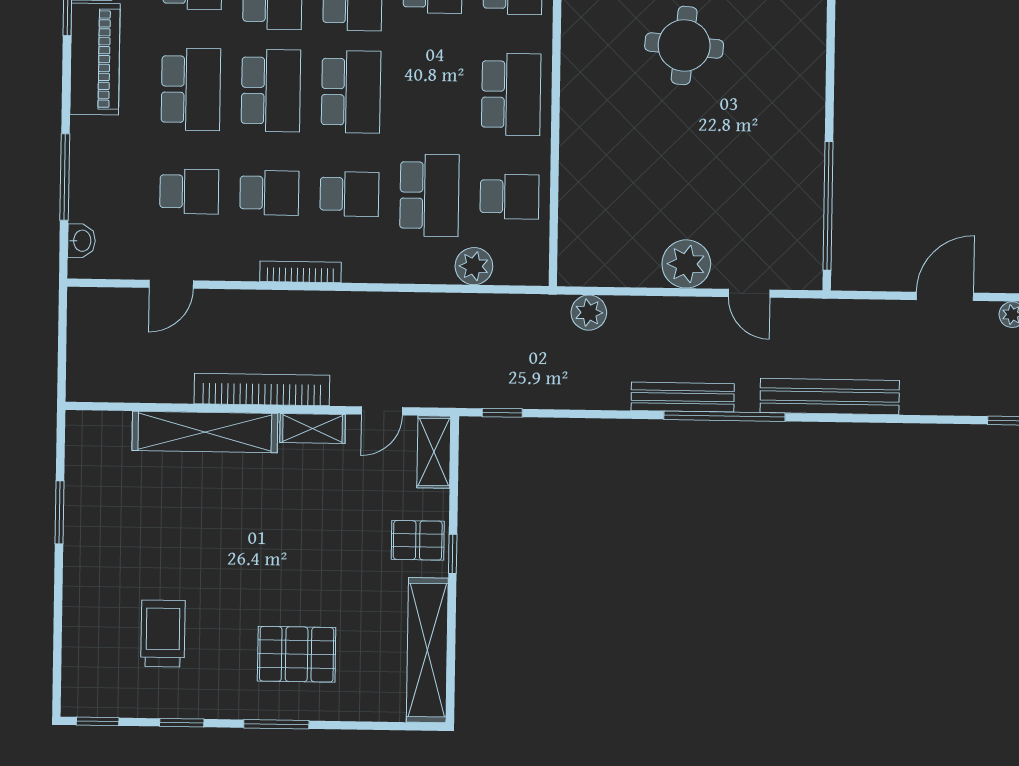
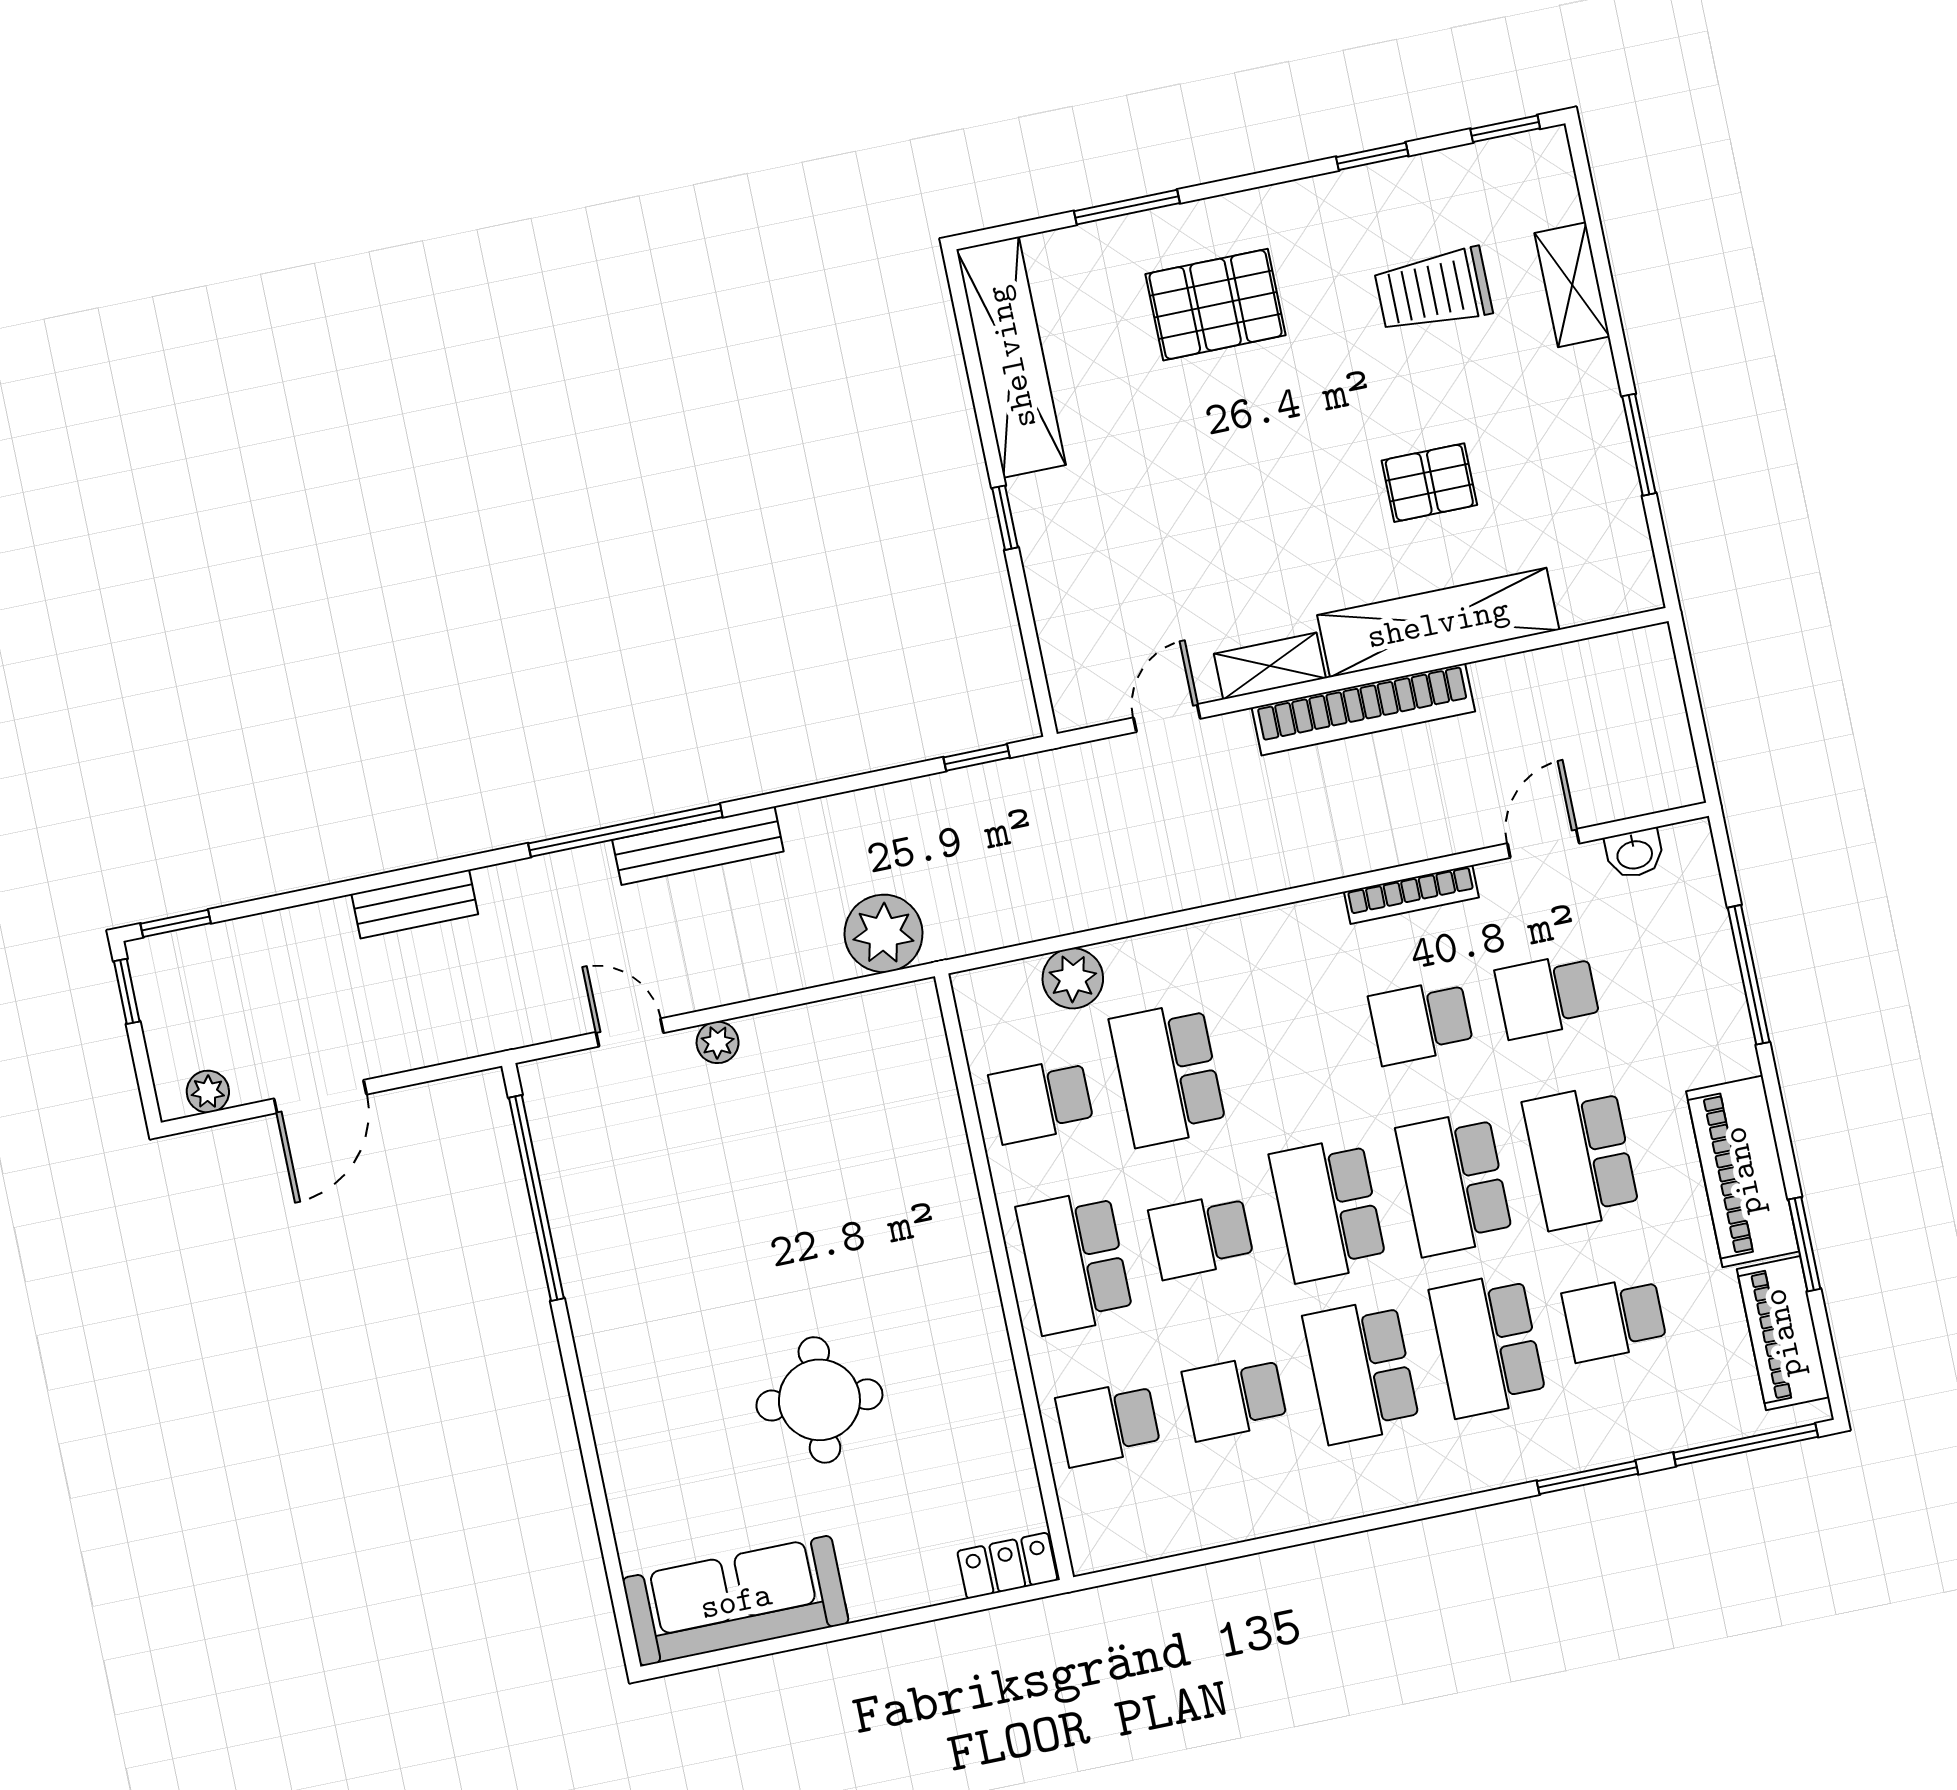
school desk: (349, 194) -> (1201, 1236), moved
washbasin: (81, 241) -> (1634, 854), moved, turned -90
plant: (686, 264) -> (718, 1042), width x0.53, depth x0.53
bookcase: (301, 272) -> (1411, 894), moved
plant: (589, 313) -> (884, 933), width x1.36, depth x1.36
bench: (830, 397) -> (415, 904), width x0.54, depth x0.82
shelving: (434, 452) -> (1572, 285), moved
pallet: (418, 540) -> (1429, 483), moved
trolley: (163, 634) -> (1433, 290), turned 90
window: (276, 724) -> (1127, 207), moved

